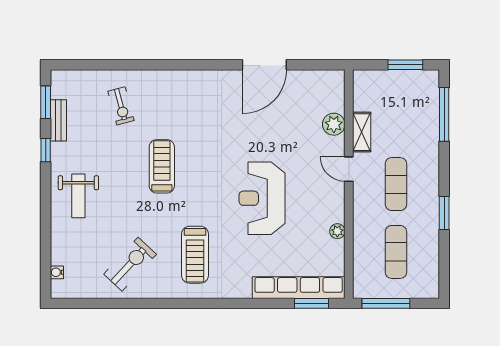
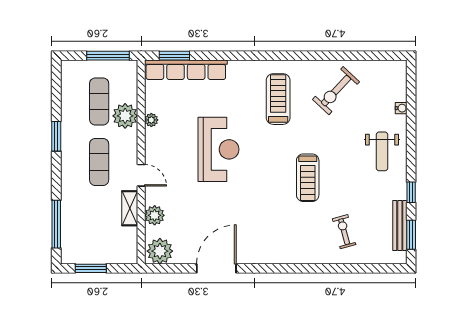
plant: (328, 84) -> (160, 251), added
bench: (58, 120) -> (400, 225), width x1.36
weight bench: (78, 196) -> (382, 151), turned 180
plant: (367, 236) -> (125, 116), added
water cooler: (57, 272) -> (401, 108), moved

